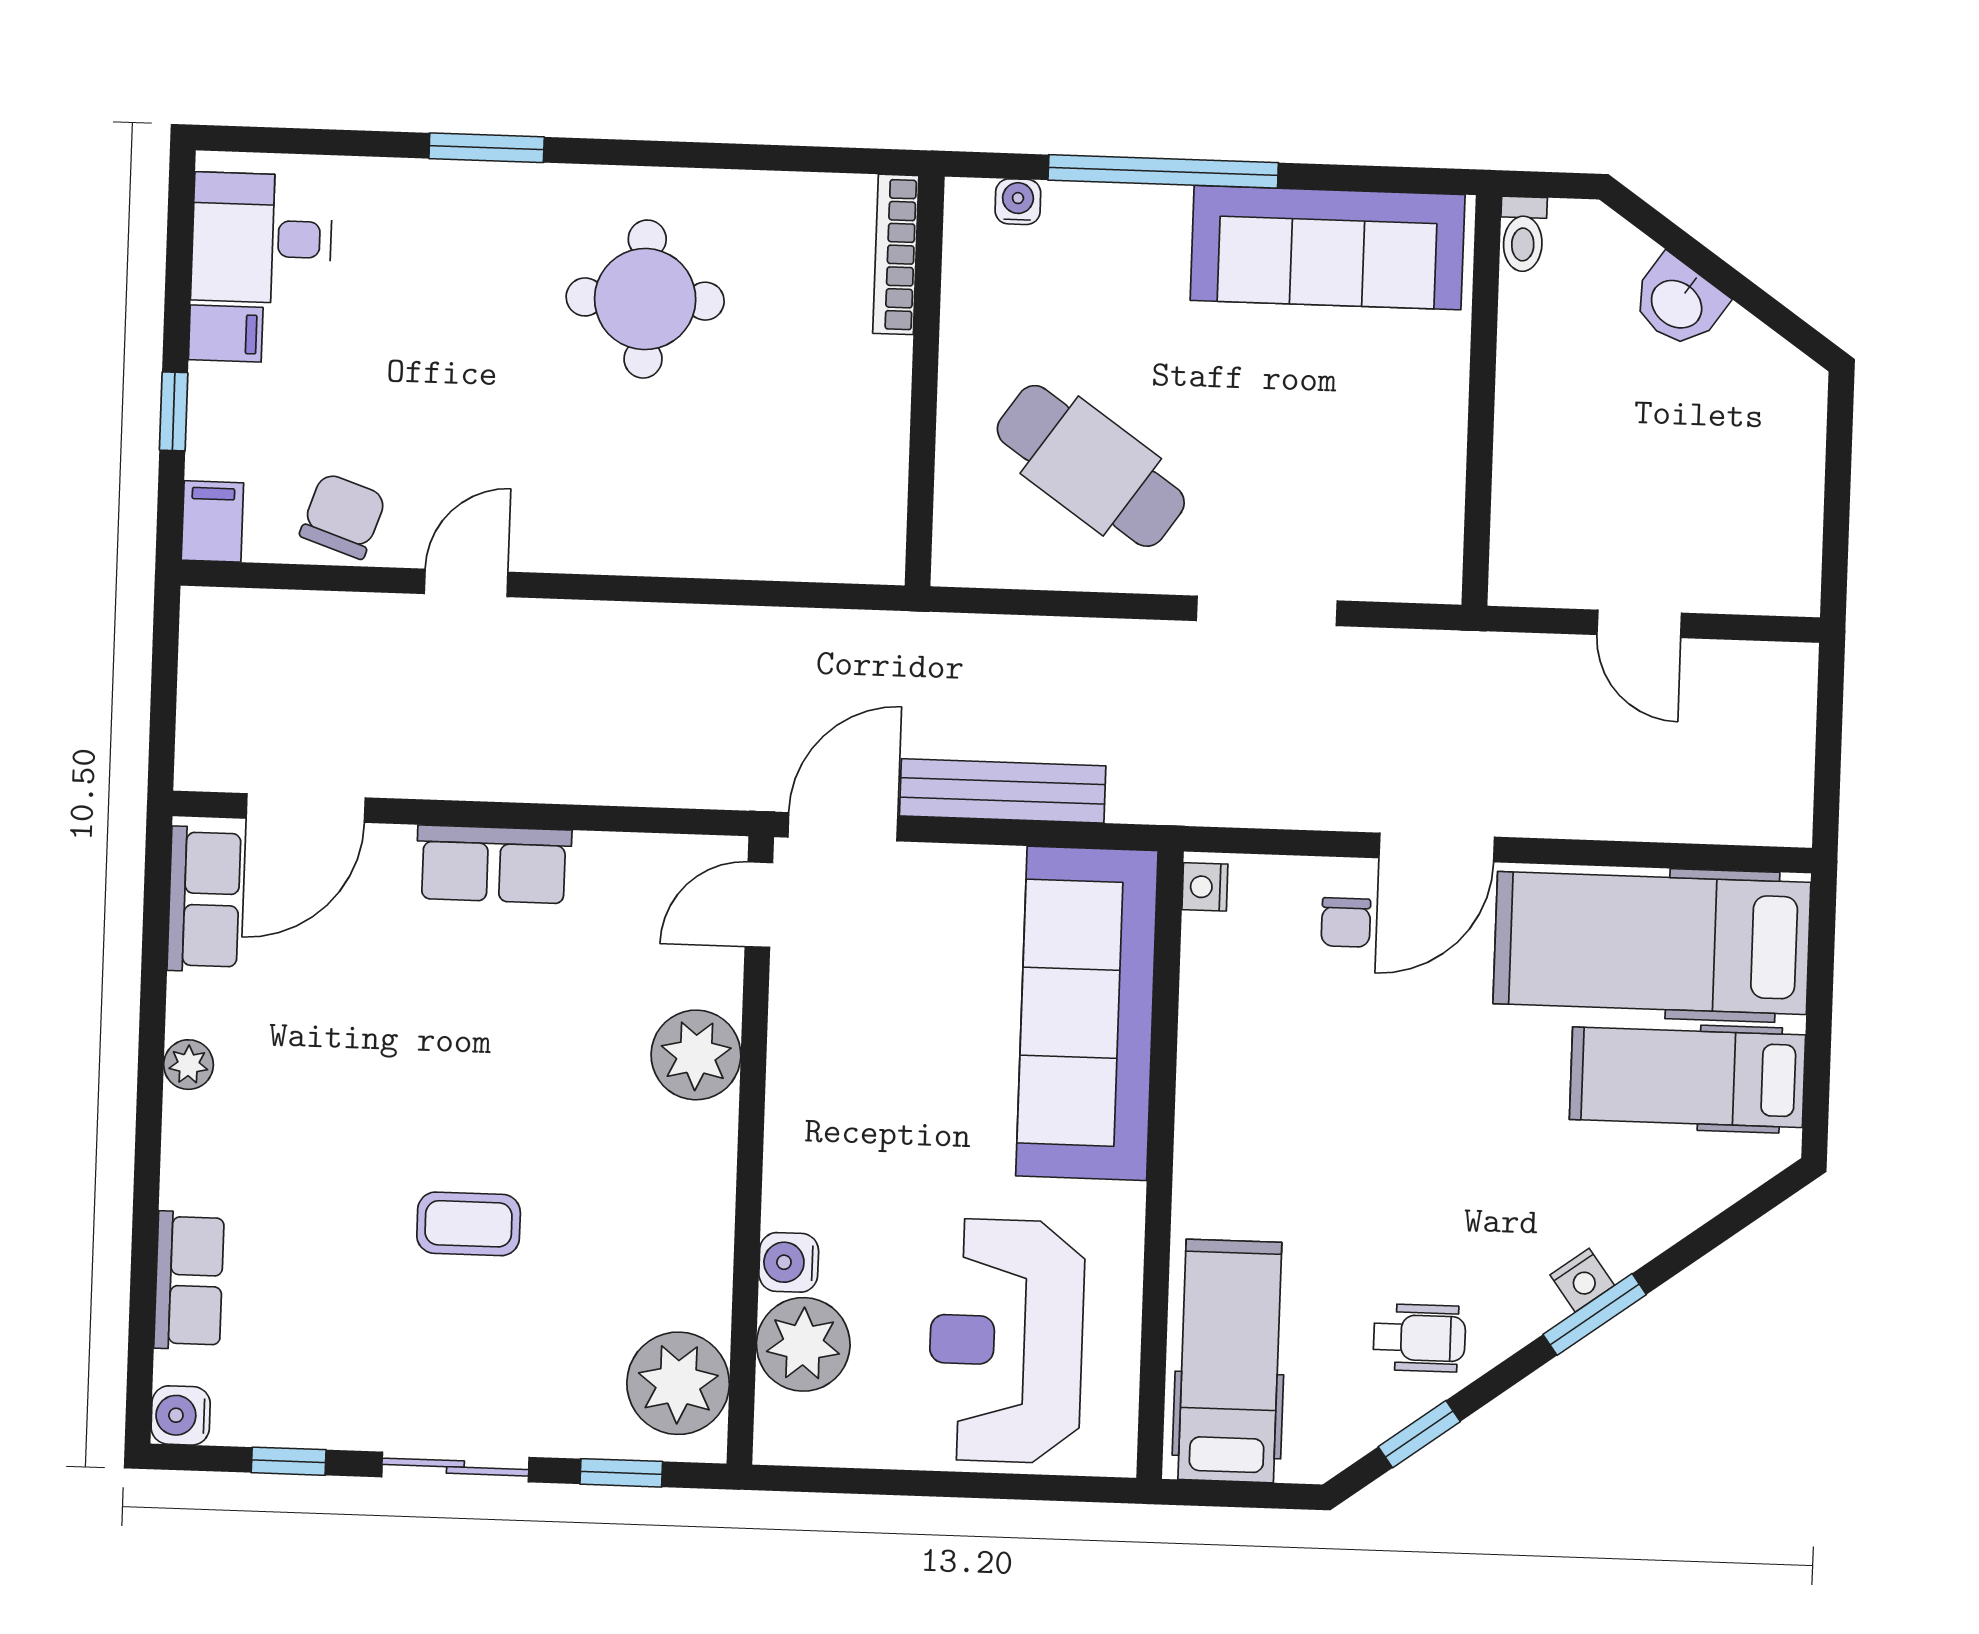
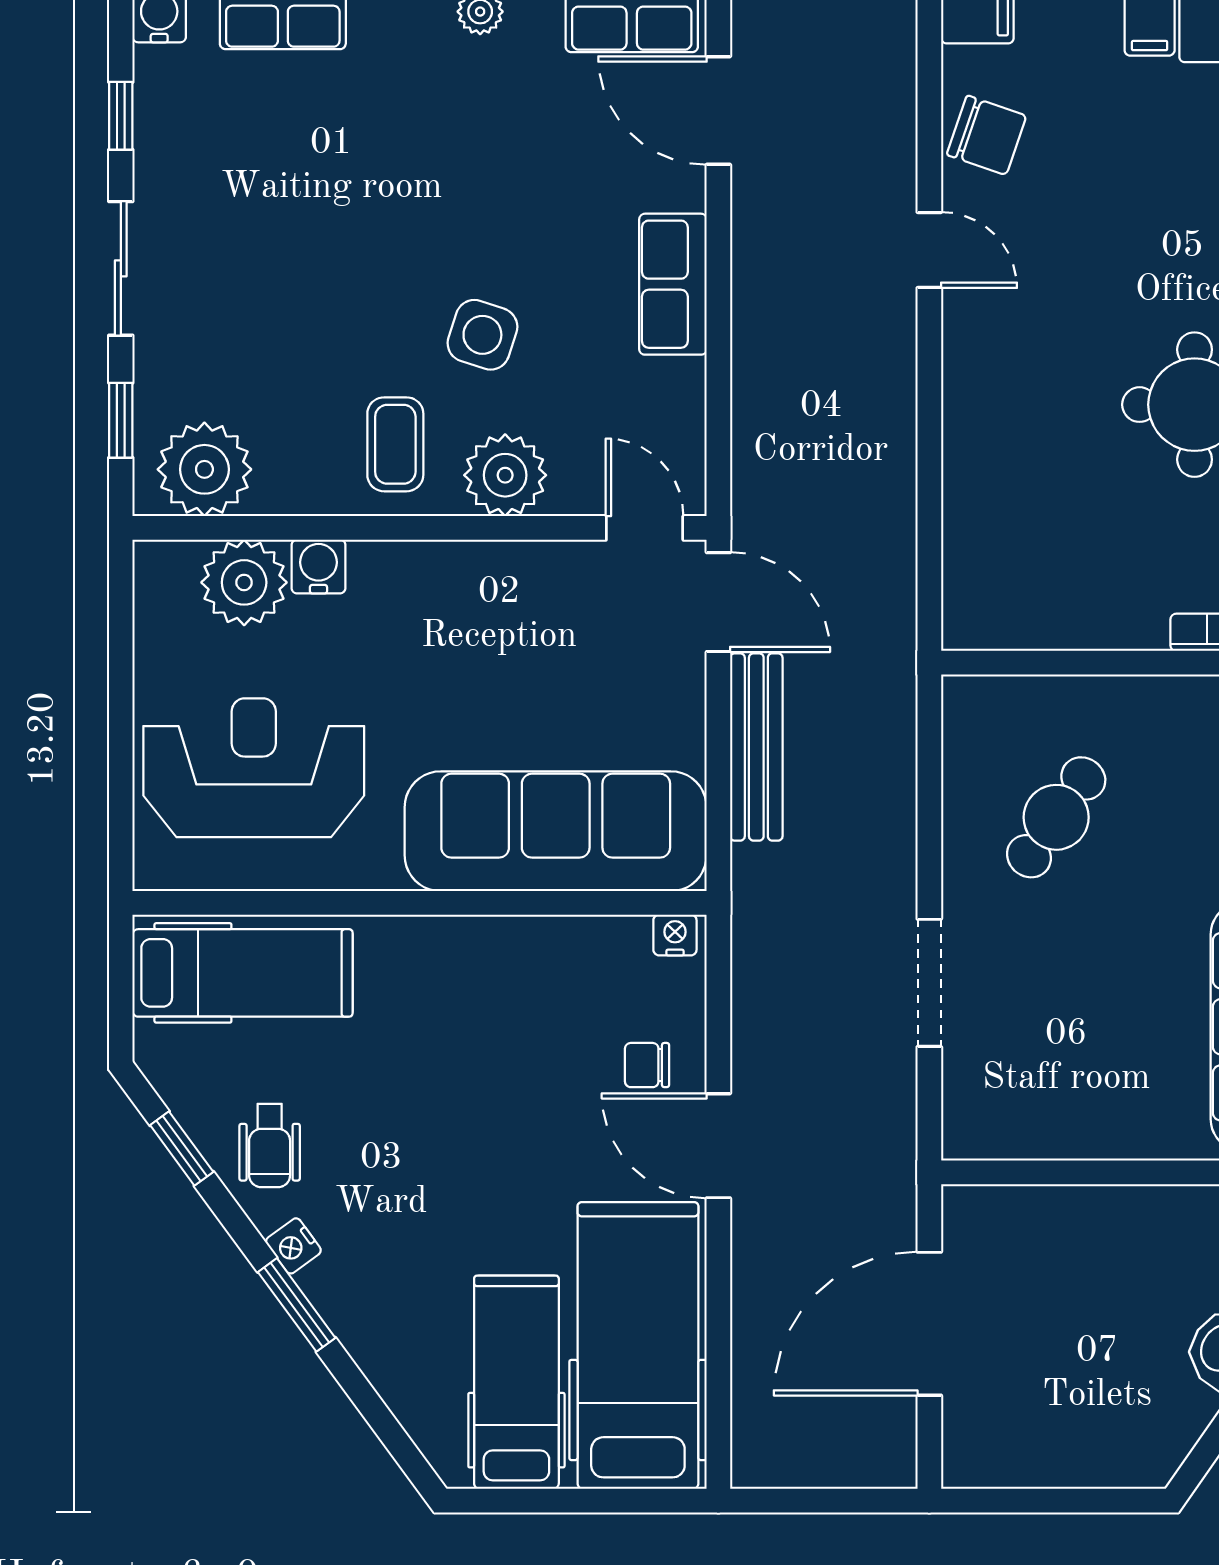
cafe table: (1091, 466) -> (1056, 817), width x0.73, depth x0.74
door: (1639, 624) -> (929, 1324), width x1.88
side table: (542, 1074) -> (482, 335), added
coffee table: (469, 1224) -> (395, 444), moved
nightstand: (1582, 1280) -> (293, 1246), moved

